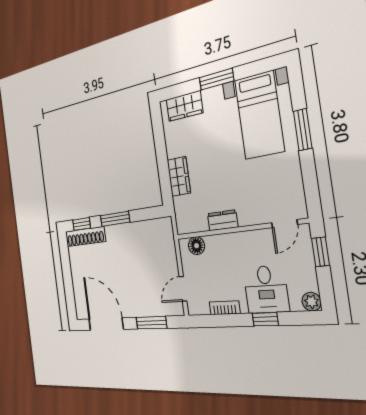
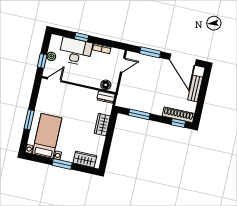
window: (115, 219) -> (139, 114), moved
dresser: (223, 220) -> (106, 97), moved
bench: (78, 284) -> (195, 88), added
desk: (266, 289) -> (76, 51), width x1.37
plant: (311, 302) -> (51, 56), moved

